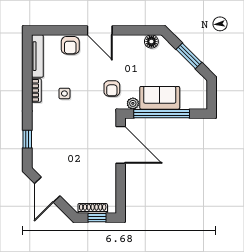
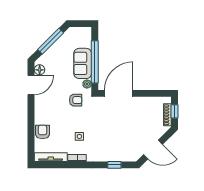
door: (100, 30) -> (31, 85), moved
armchair: (70, 45) -> (42, 132), turned -90
window: (189, 56) -> (51, 41), width x1.44

